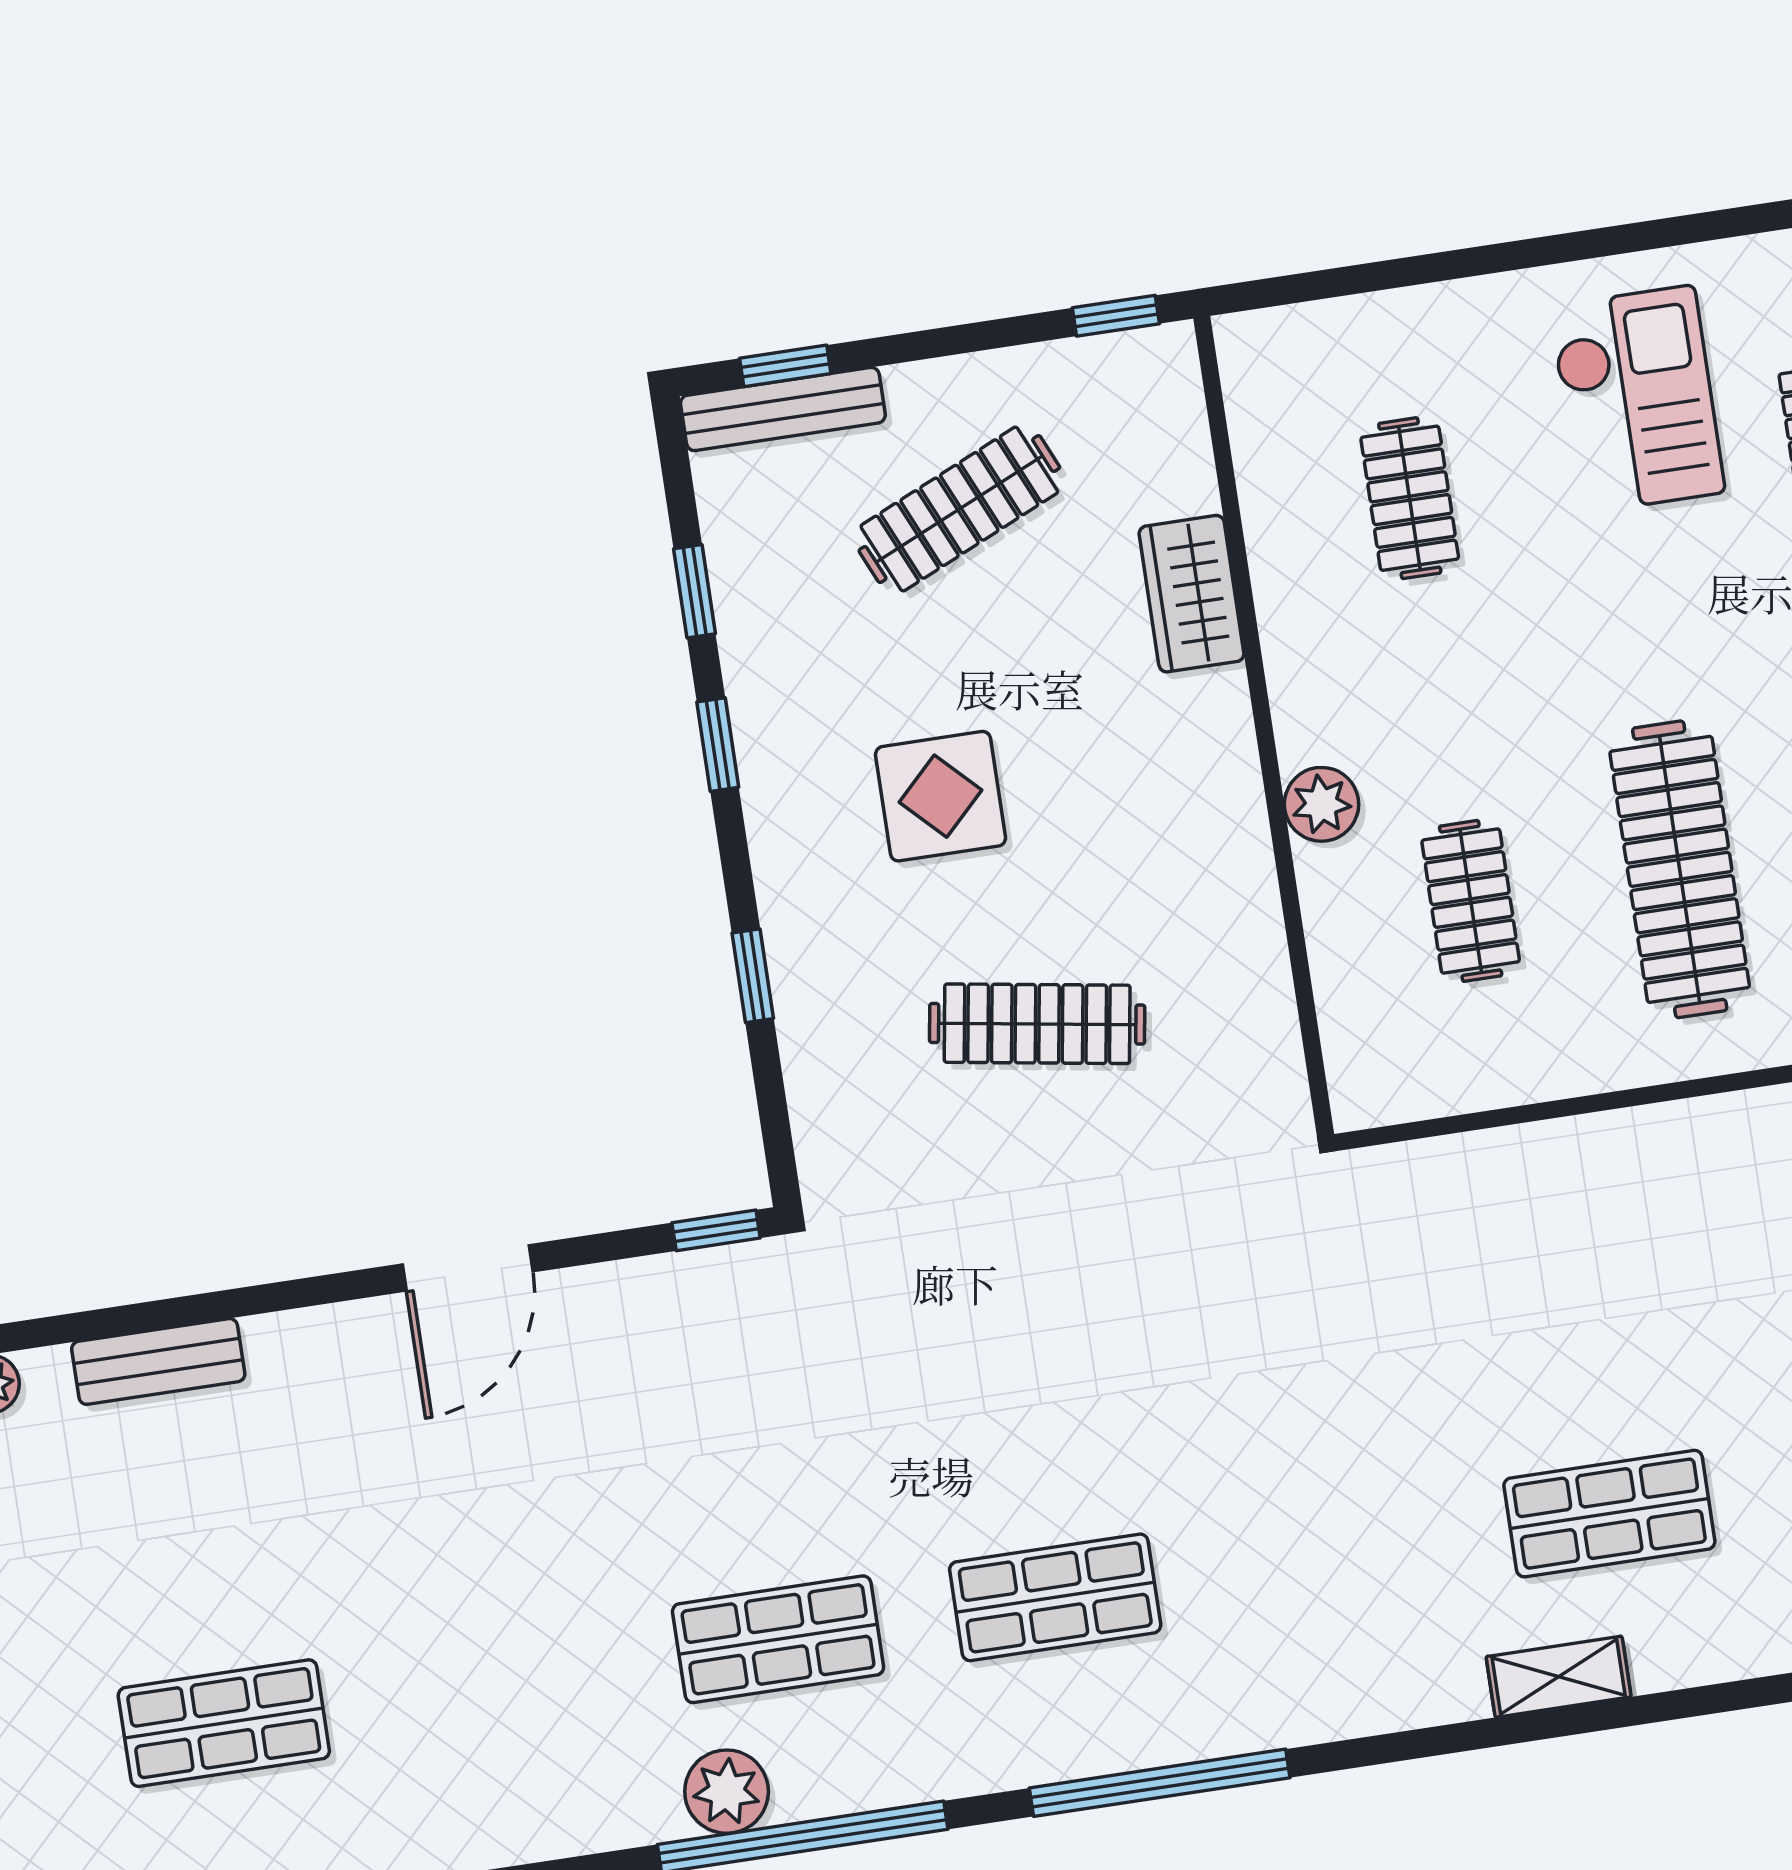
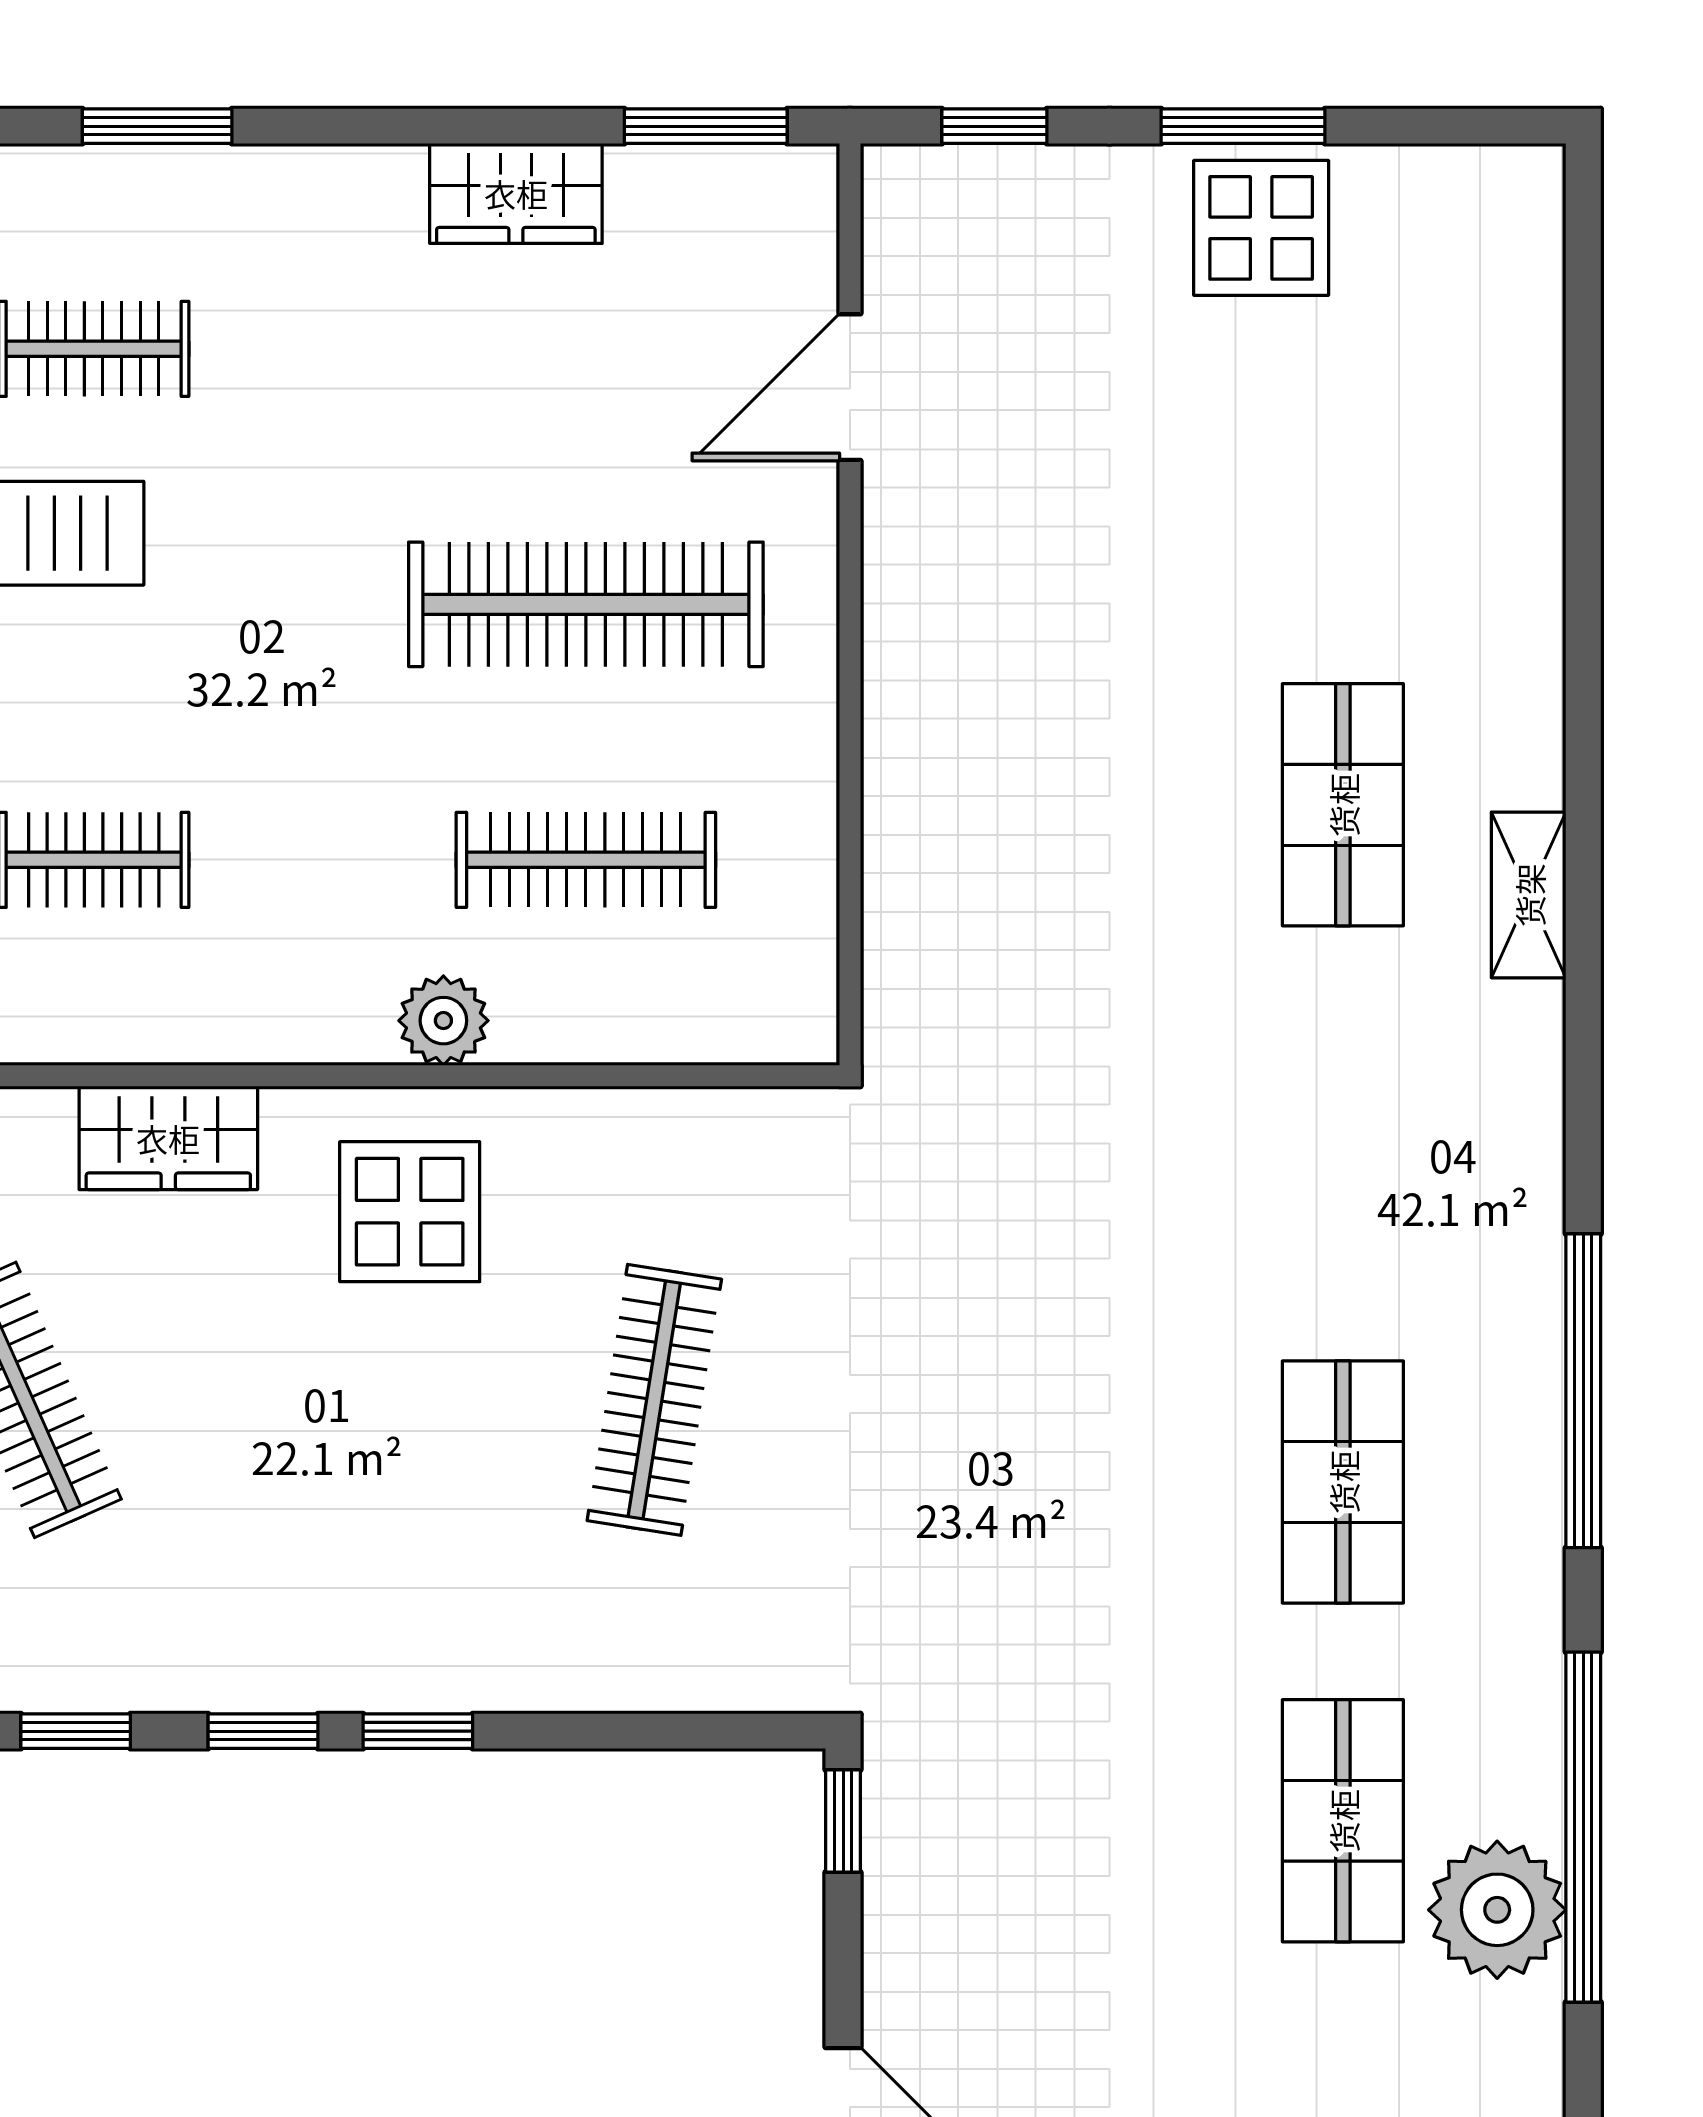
display table: (941, 796) -> (410, 1212), moved
clothes rail: (1471, 901) -> (586, 860), width x1.36
window: (753, 976) -> (418, 1731), moved
plant: (727, 1792) -> (1497, 1910), width x1.36, depth x1.36

